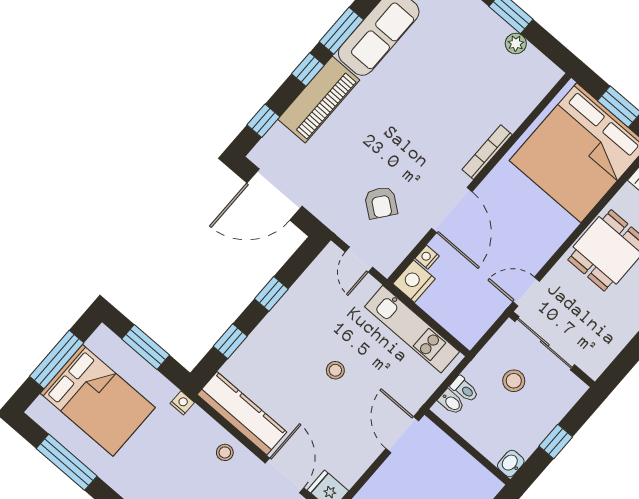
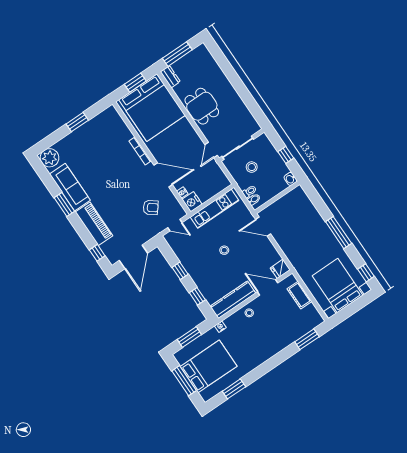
plant: (516, 44) -> (92, 124), removed
window: (308, 70) -> (78, 225), removed
window: (67, 462) -> (234, 389), width x0.69

